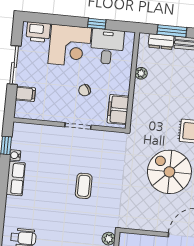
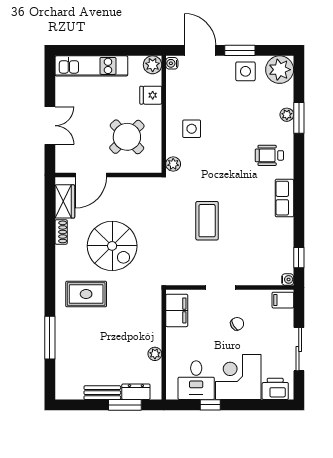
chair: (85, 90) -> (237, 324), moved
filing cabinet: (25, 94) -> (283, 300), moved
water cooler: (15, 155) -> (288, 279), moved
row of seats: (16, 179) -> (284, 198), moved
coffee table: (84, 186) -> (207, 221), width x1.36, depth x1.30

